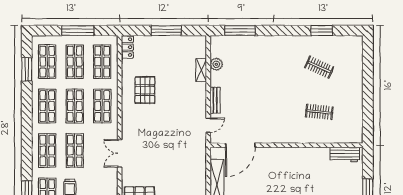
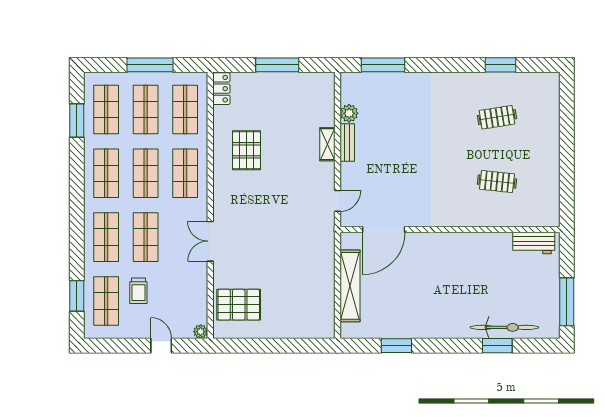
clothes rail: (319, 67) -> (497, 117), turned -33
shelving: (201, 70) -> (327, 144), moved
bench: (215, 100) -> (347, 143), moved

